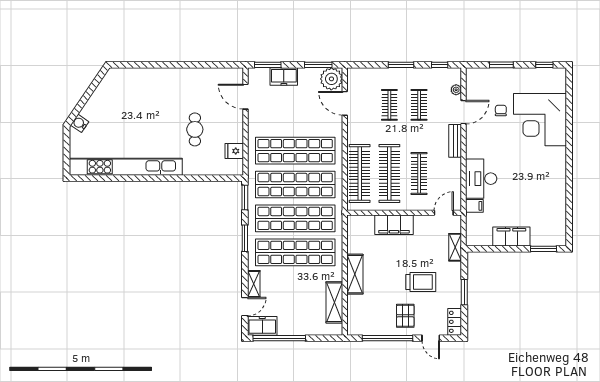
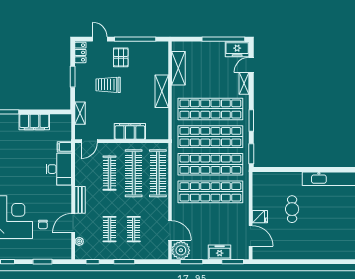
fridge: (234, 151) -> (260, 217), moved

